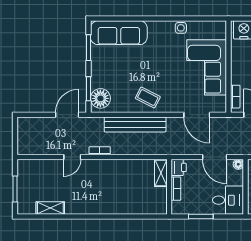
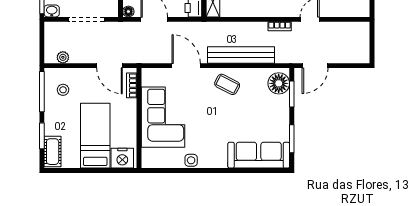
door: (197, 115) -> (186, 66), moved

